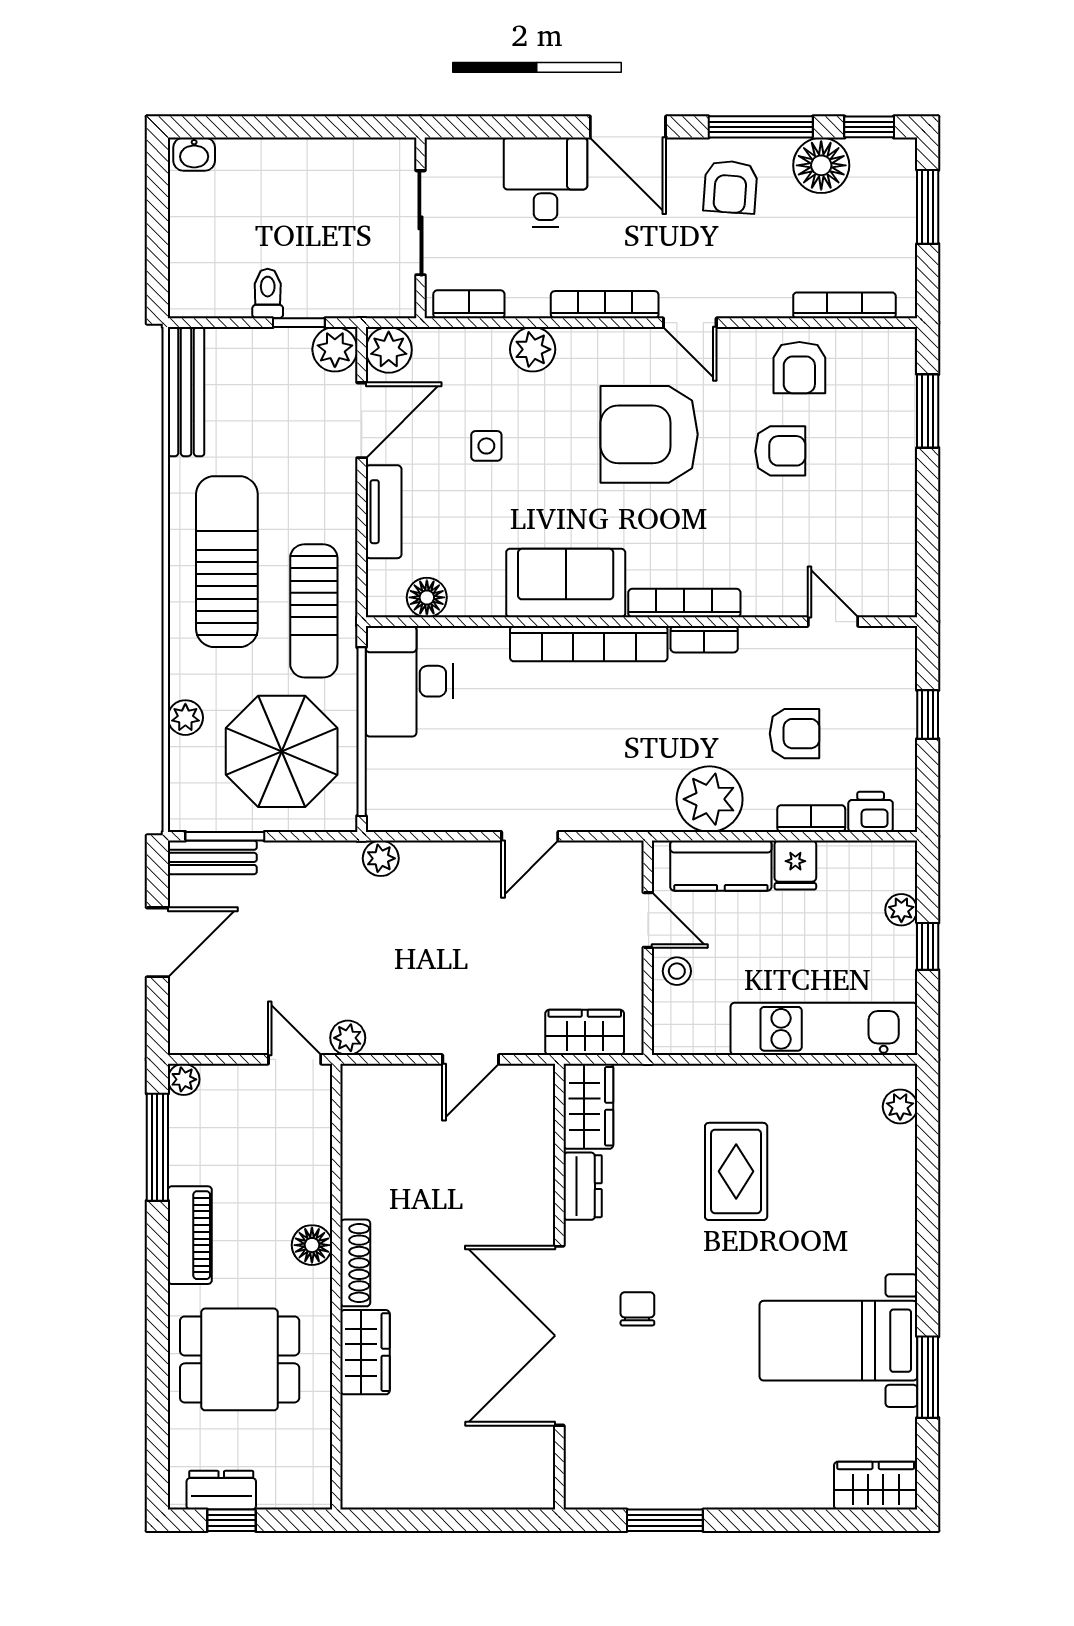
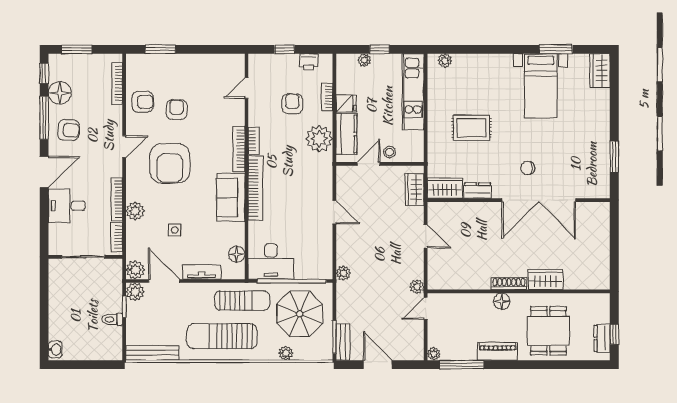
bookcase: (605, 305) -> (117, 199), moved
printer: (871, 812) -> (309, 62), moved, turned -90

